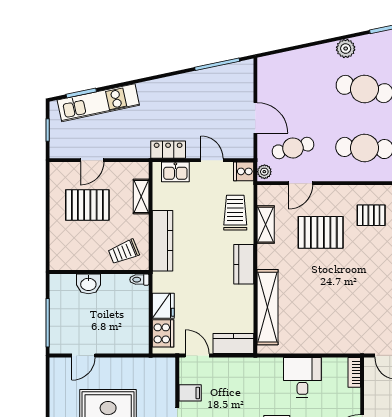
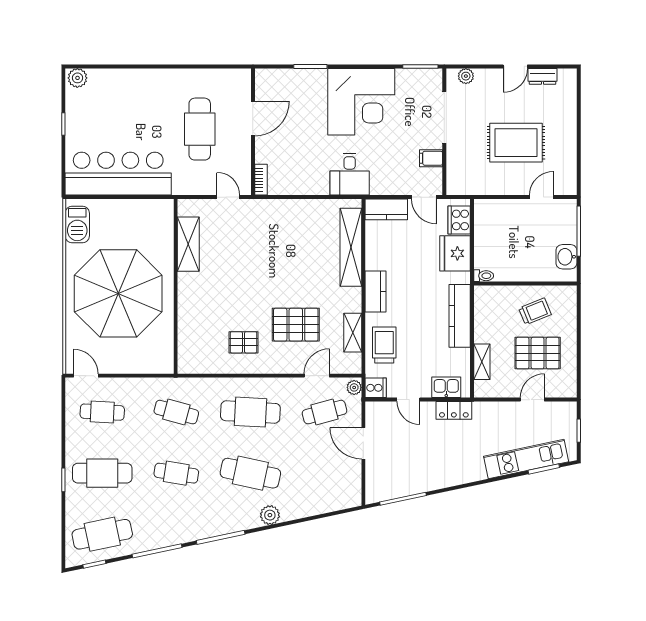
trolley: (235, 213) -> (384, 345), turned 180
trolley: (124, 252) -> (535, 311), moved
washbasin: (88, 284) -> (566, 257), moved, turned -90
fridge: (163, 306) -> (455, 253), width x1.36, depth x1.34
desk: (302, 377) -> (350, 174), moved

